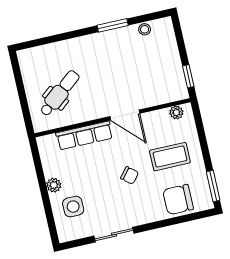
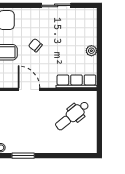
row of seats: (84, 135) -> (76, 81), moved
side table: (73, 207) -> (81, 32), removed

